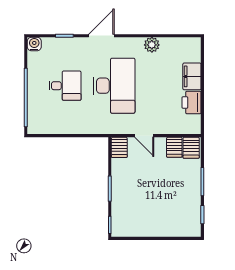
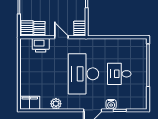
water cooler: (34, 44) -> (111, 104), moved
filing cabinet: (192, 76) -> (30, 103), moved, turned -90
printer: (191, 103) -> (41, 45), moved, turned 90

